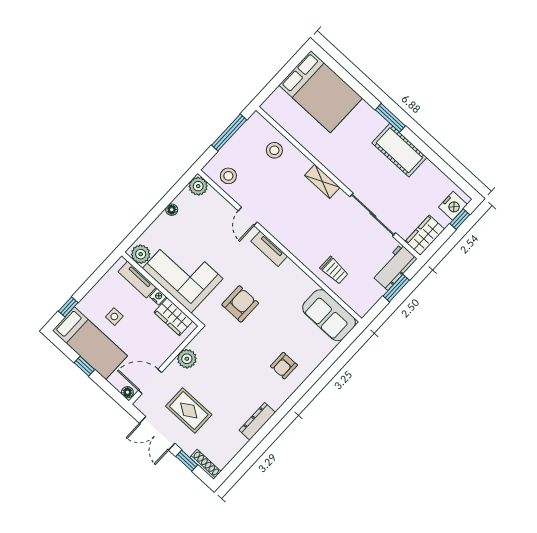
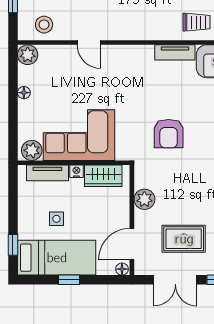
tv unit: (269, 249) -> (175, 52), moved
armchair: (240, 304) -> (169, 134), moved, turned 180

